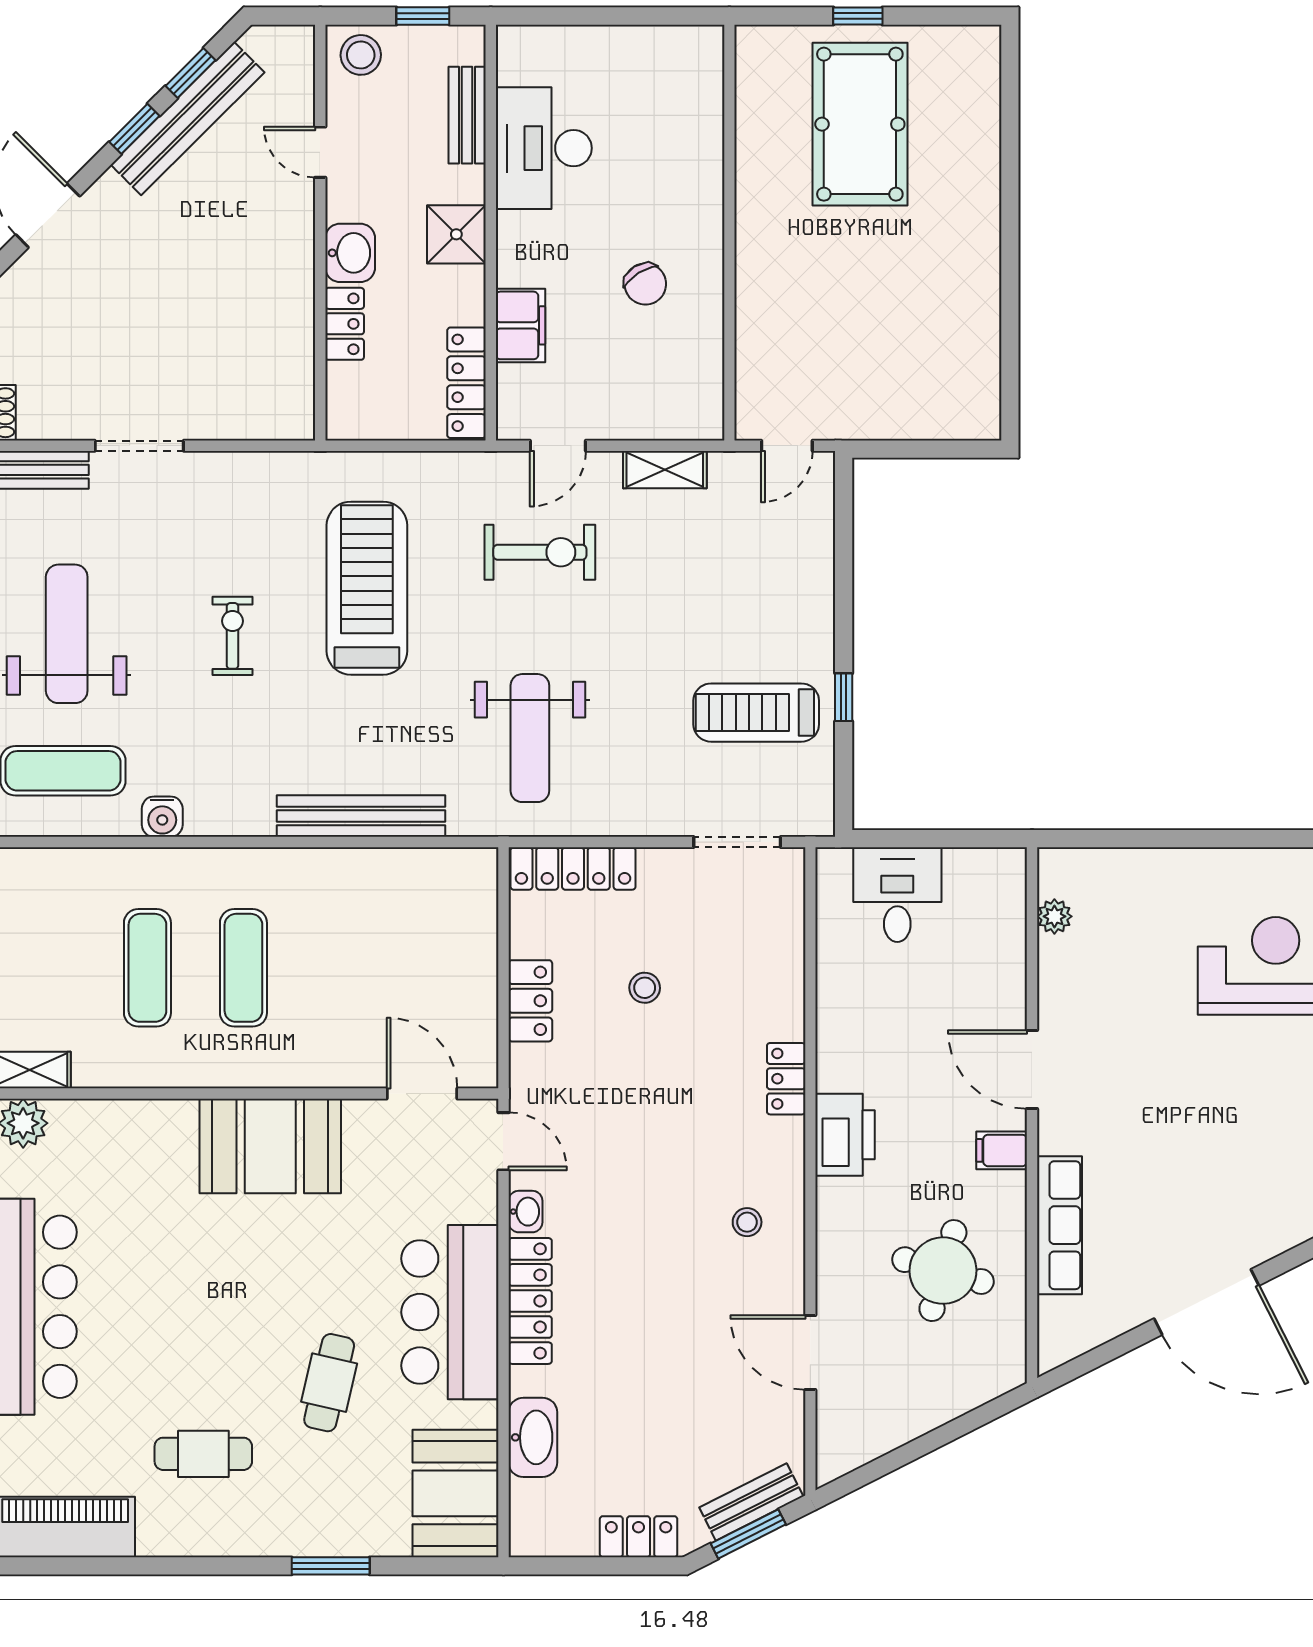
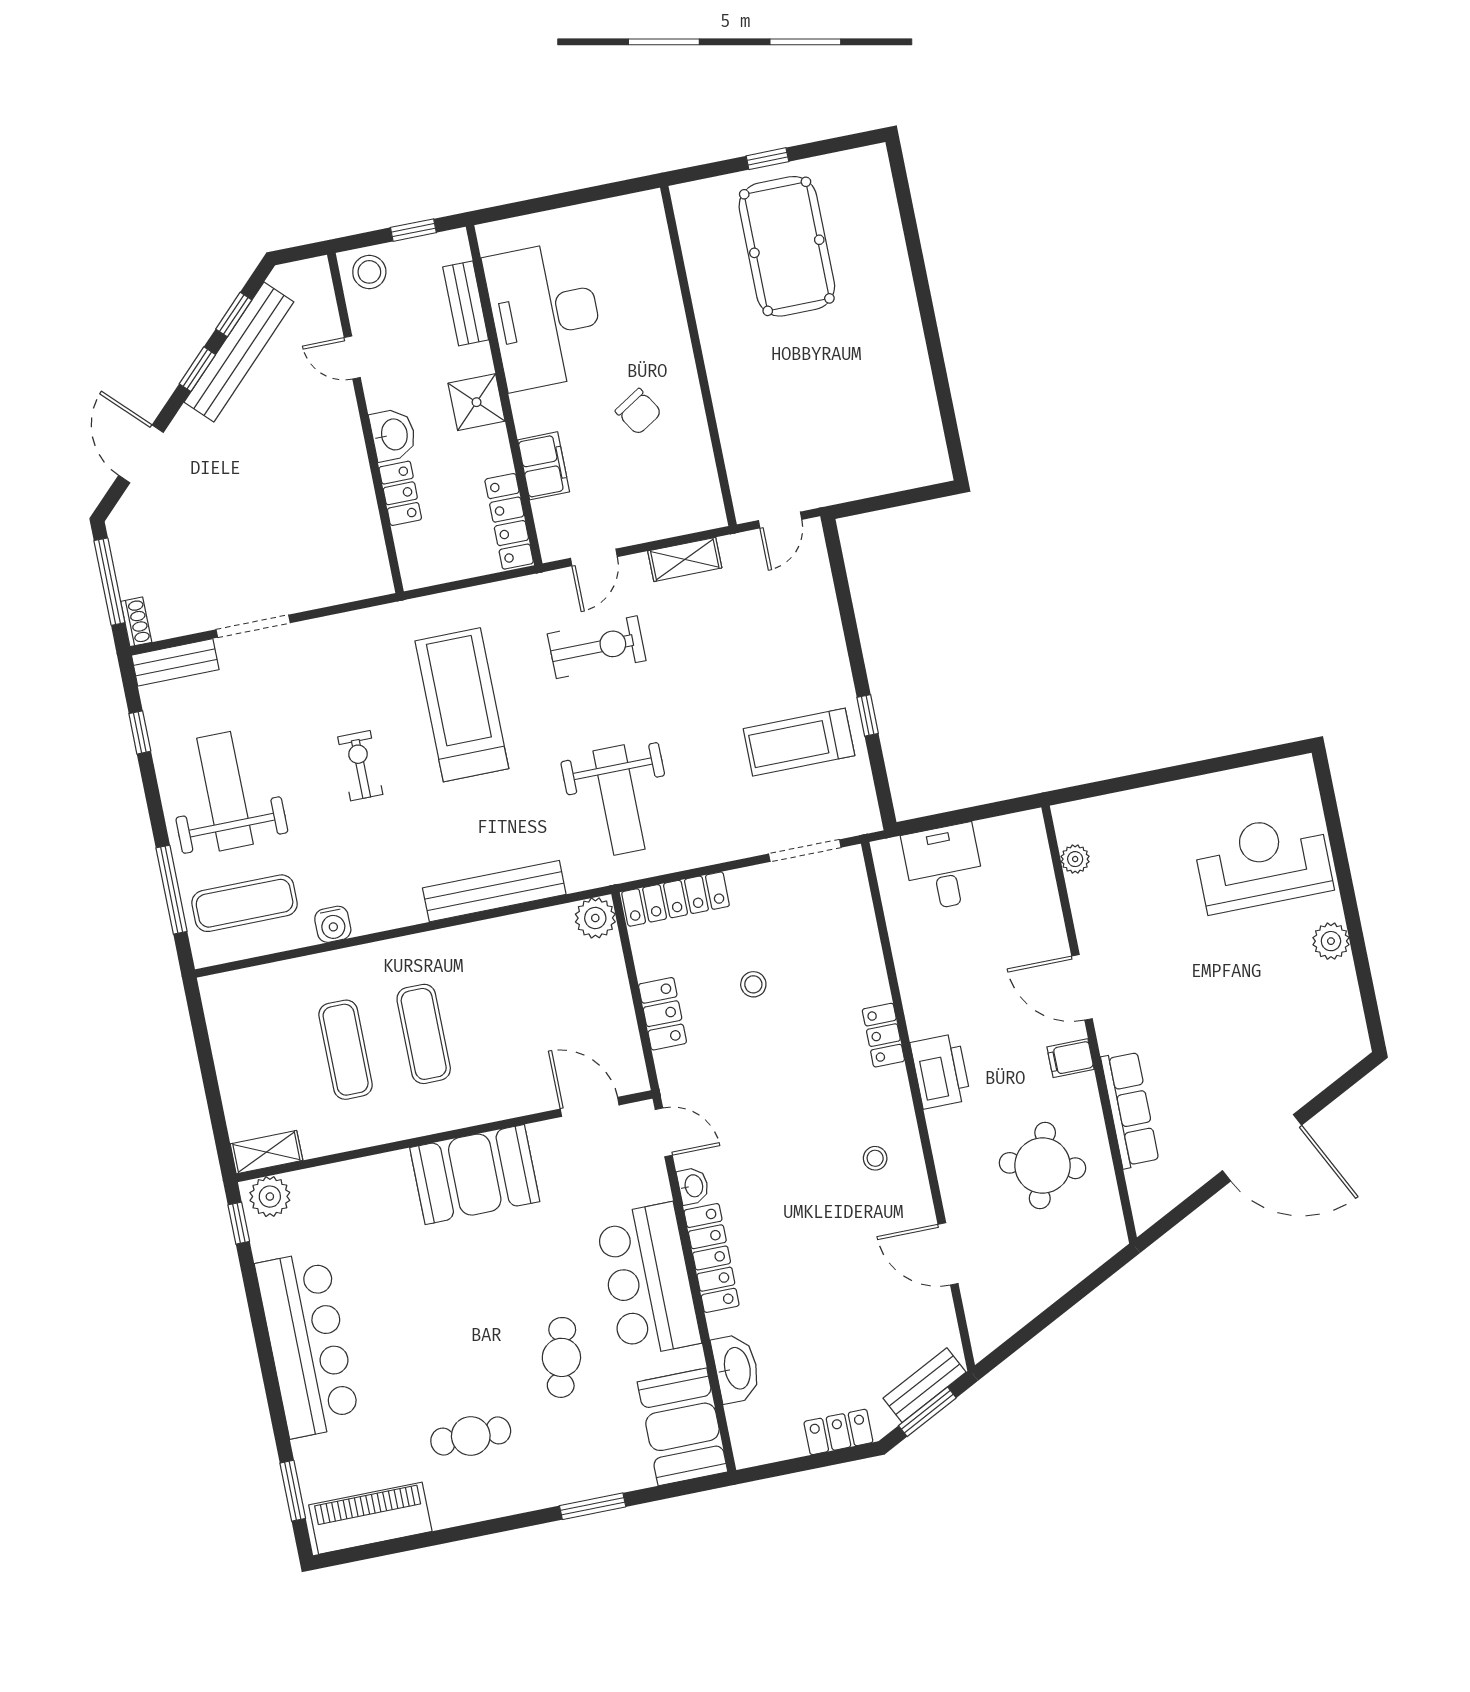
desk: (544, 148) -> (545, 315), width x1.36, depth x1.30
plant: (474, 872) -> (595, 918), added

